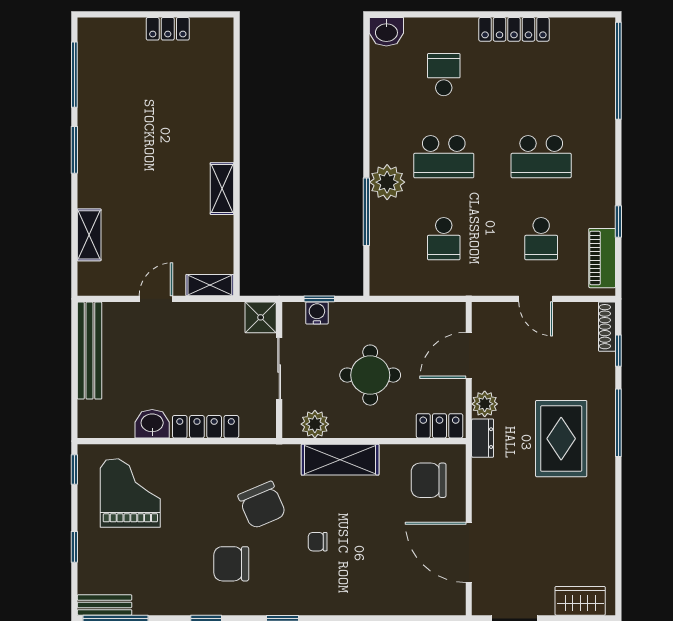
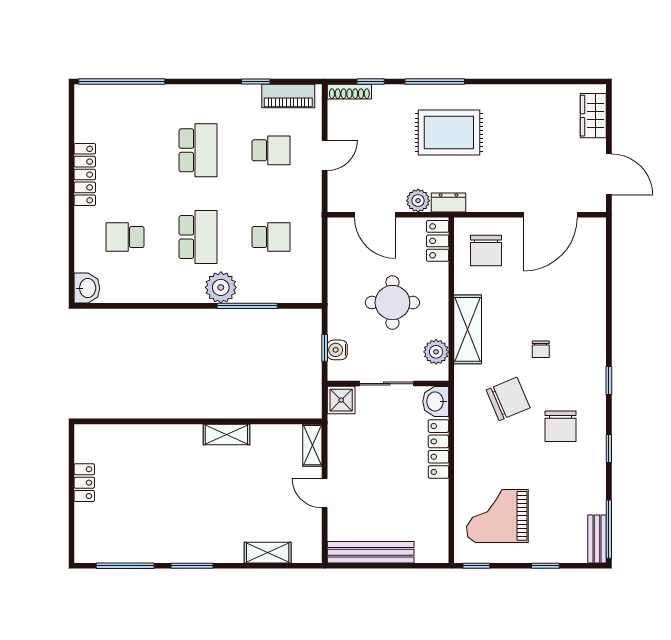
washbasin: (152, 424) -> (436, 401), moved

